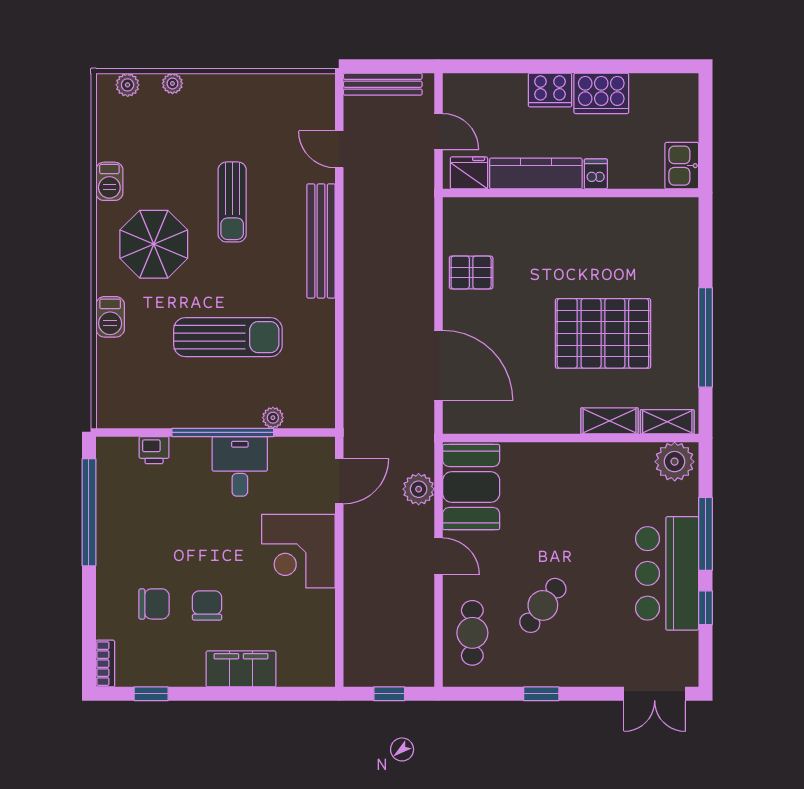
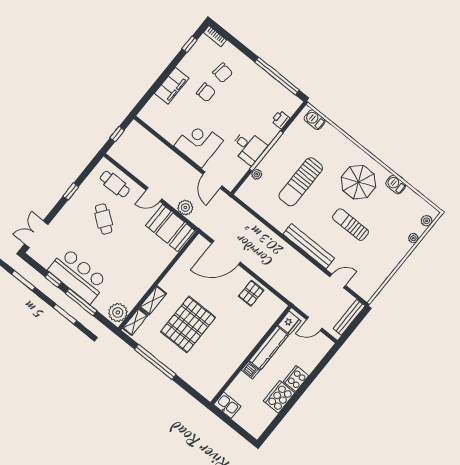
barbecue: (110, 317) -> (315, 120), moved
chair: (154, 604) -> (223, 73), turned -81

